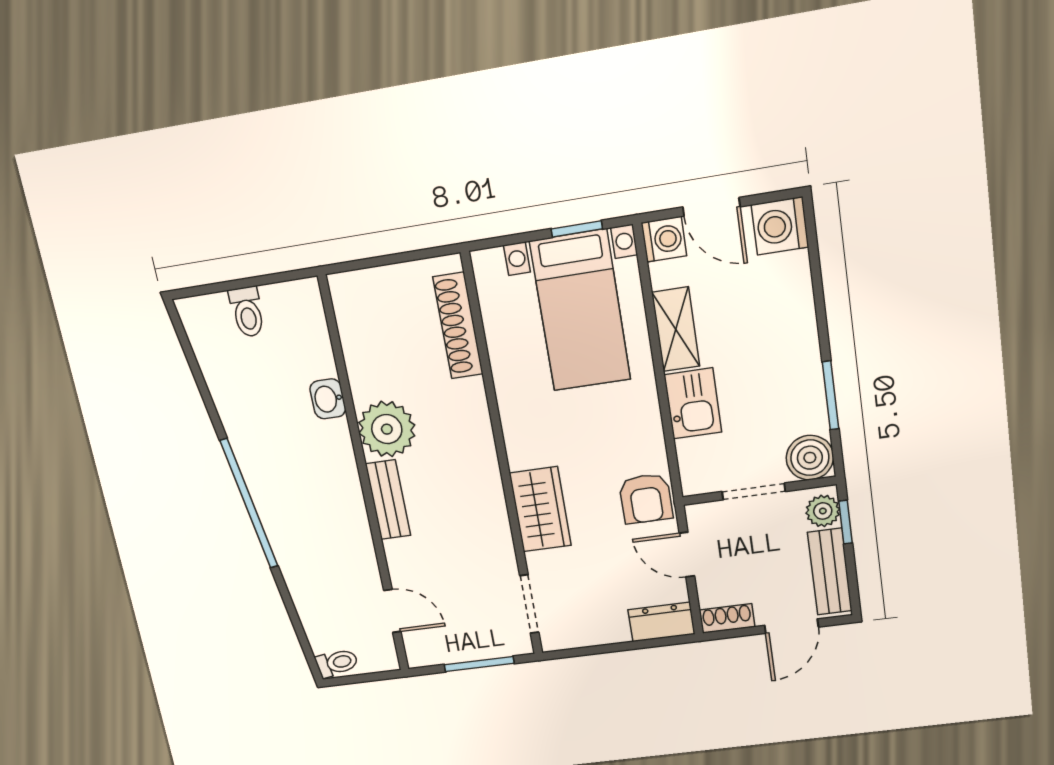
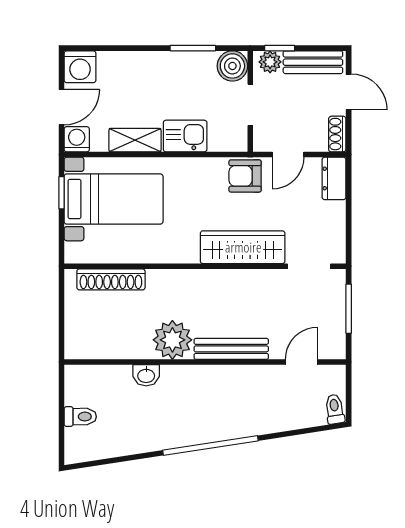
armchair: (646, 499) -> (245, 176), turned 180
bench: (388, 500) -> (231, 349), width x1.36
wardrobe: (540, 509) -> (243, 247), width x1.50

